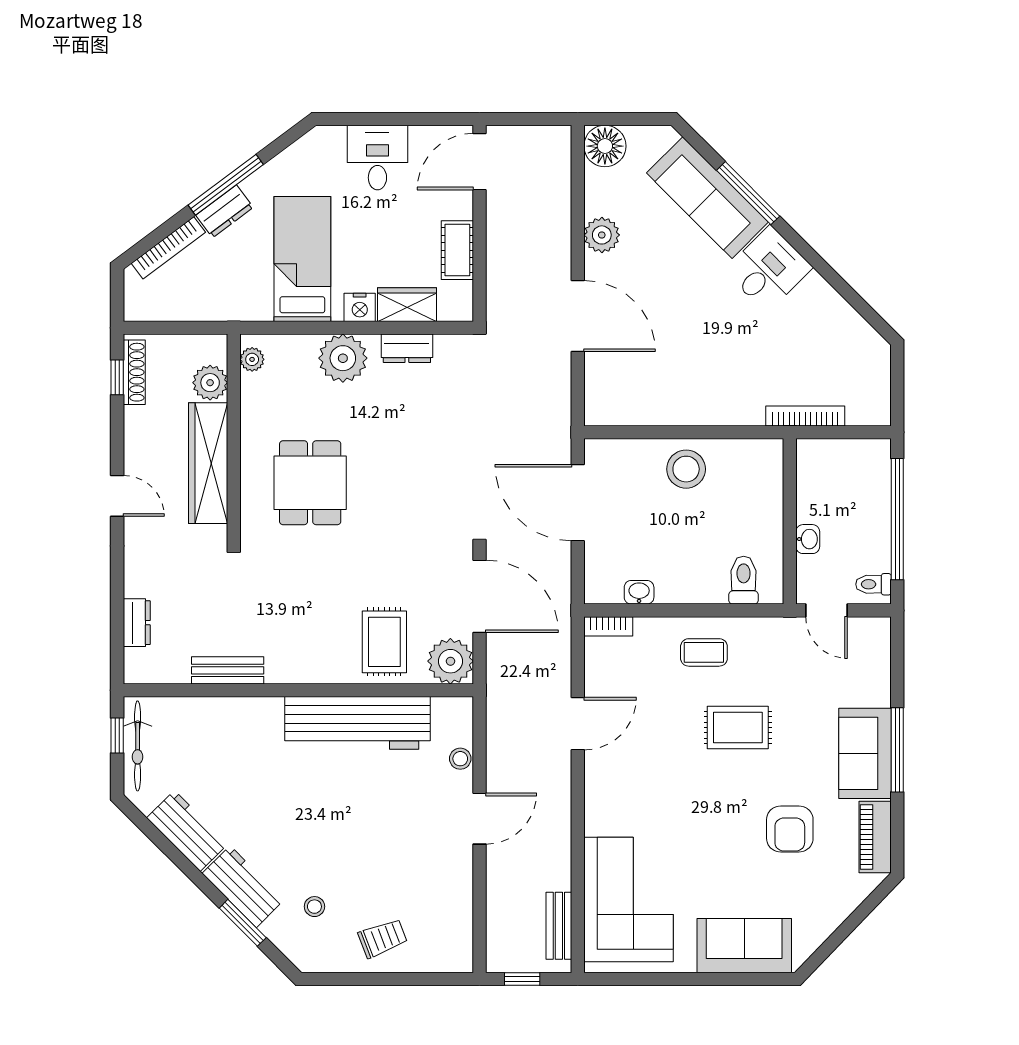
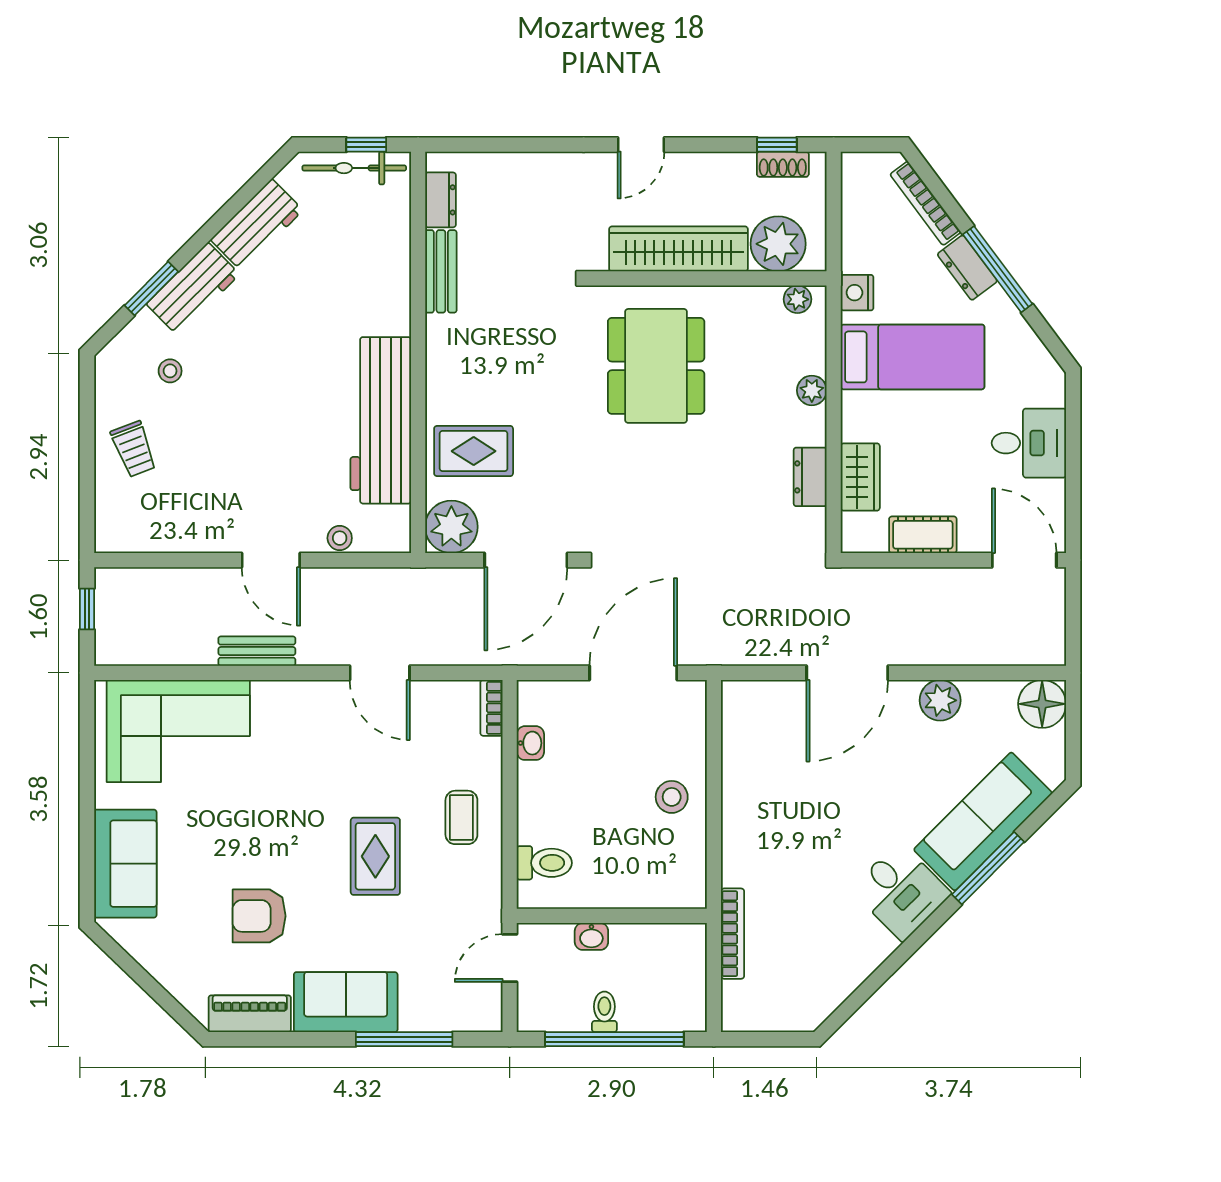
nightstand: (360, 307) -> (857, 293), moved
plant: (343, 358) -> (812, 390), width x0.53, depth x0.53
shoe rack: (134, 372) -> (783, 164), width x0.70
plant: (210, 383) -> (778, 244), width x1.36, depth x1.36
stool: (686, 469) -> (672, 797), width x0.73, depth x0.73
dining table: (310, 483) -> (656, 366), width x1.38
toilet: (873, 584) -> (604, 1012), moved
dresser: (137, 623) -> (441, 200), moved, turned -90
window: (897, 750) -> (404, 1039), moved
bench: (559, 926) -> (257, 651), moved

